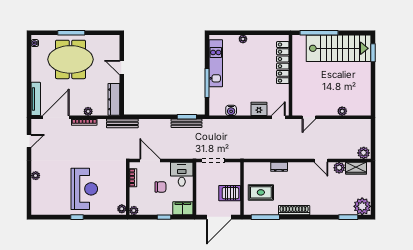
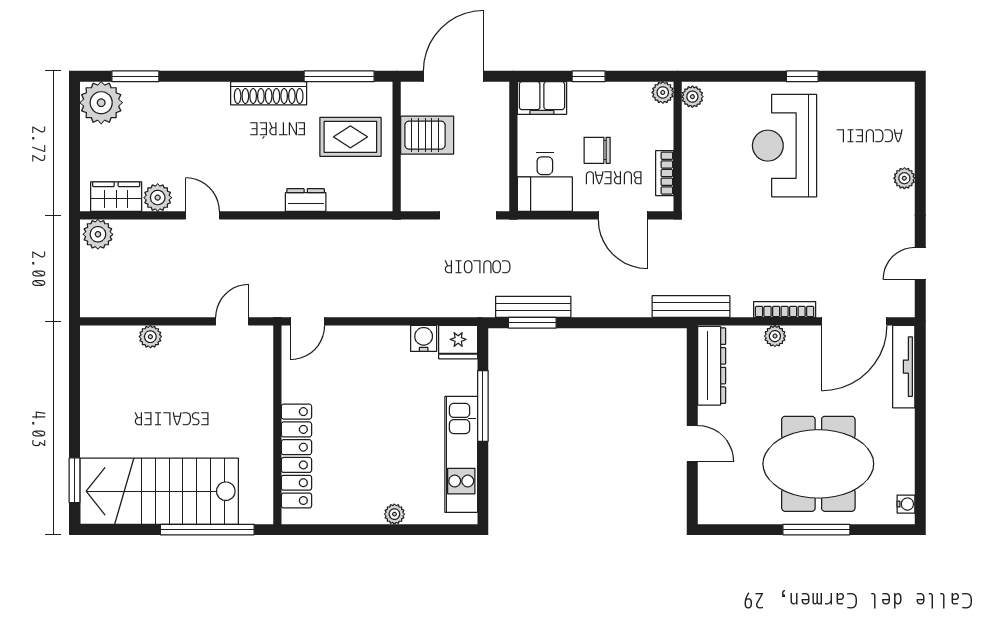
fridge: (259, 109) -> (458, 342), moved

